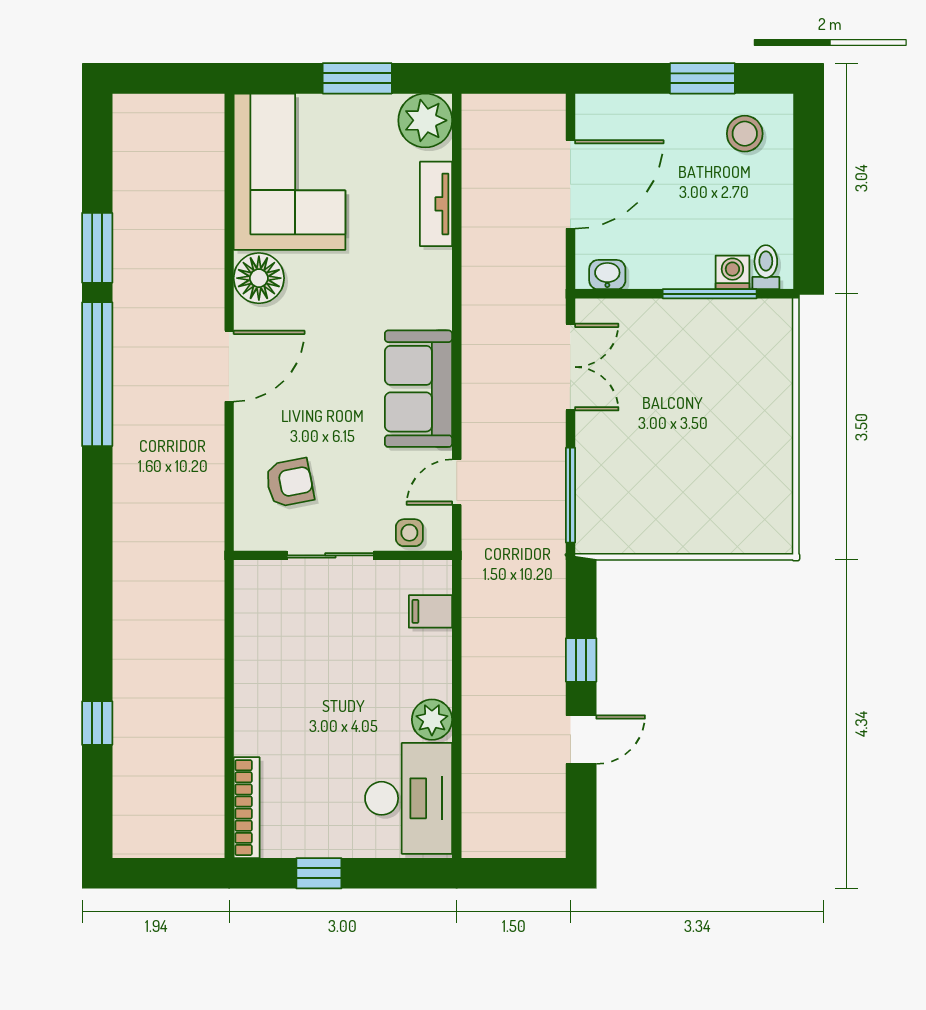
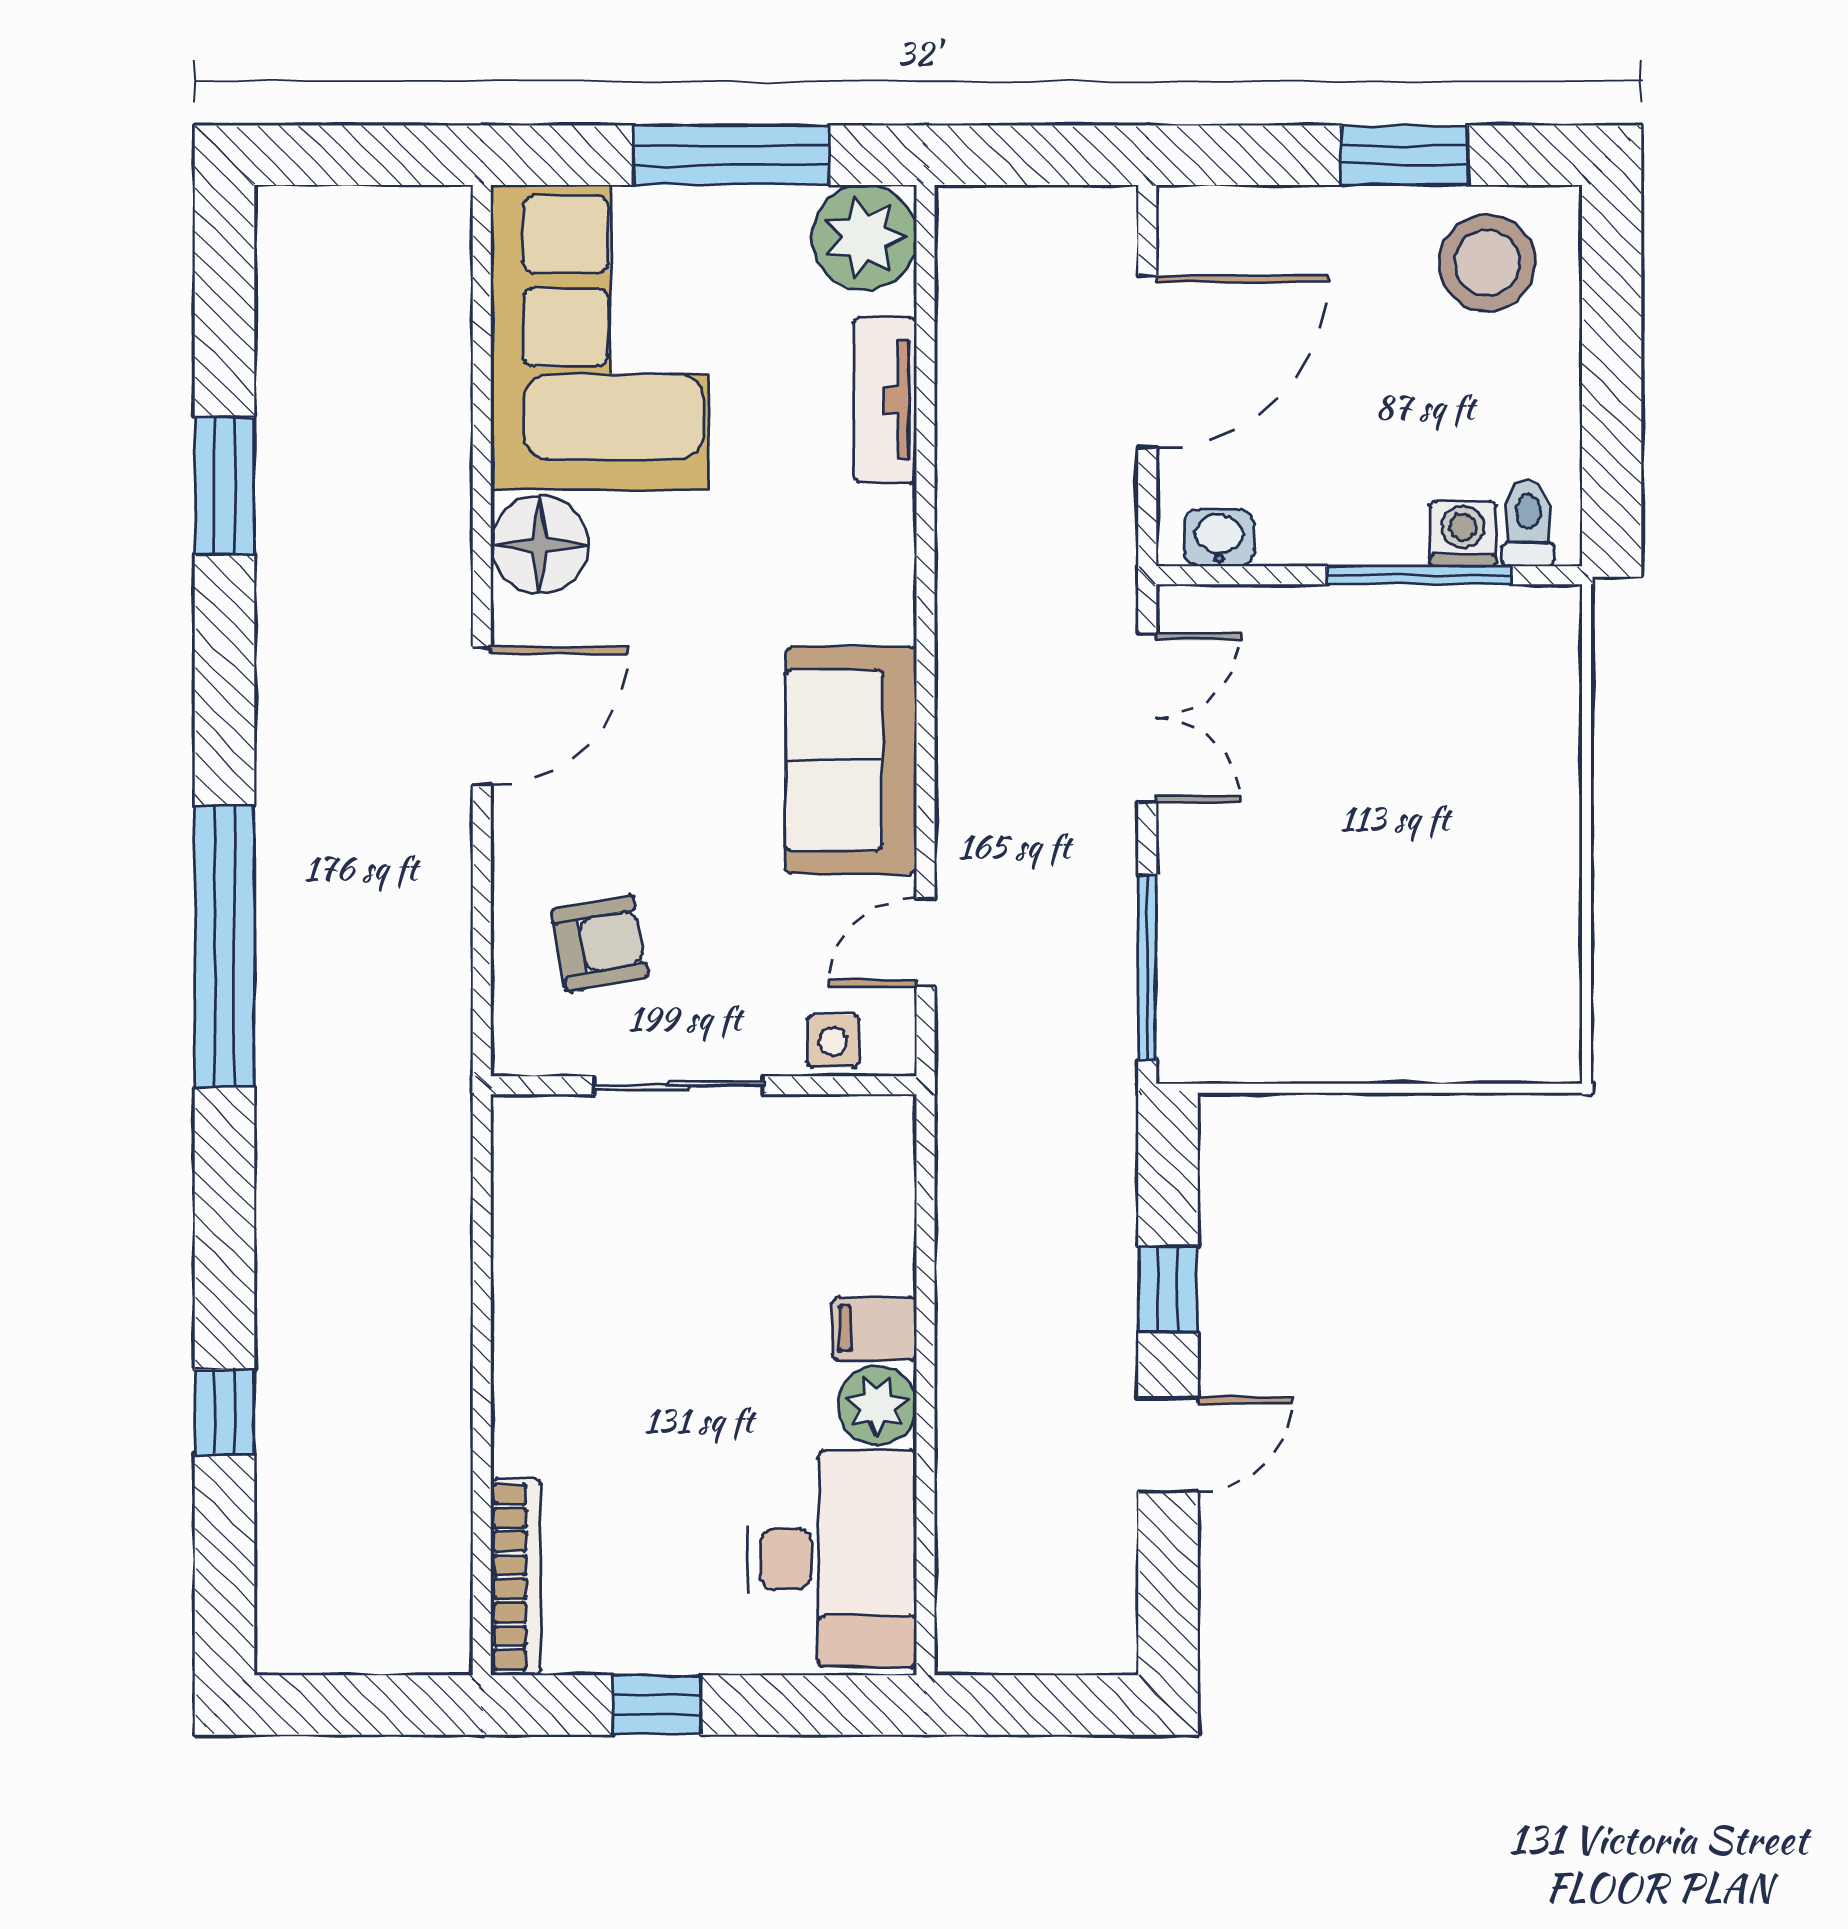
window: (357, 78) -> (731, 155), width x1.44
stool: (745, 134) -> (1487, 263), width x1.38, depth x1.38
window: (97, 374) -> (225, 946), moved
filing cabinet: (431, 611) -> (874, 1329), moved

